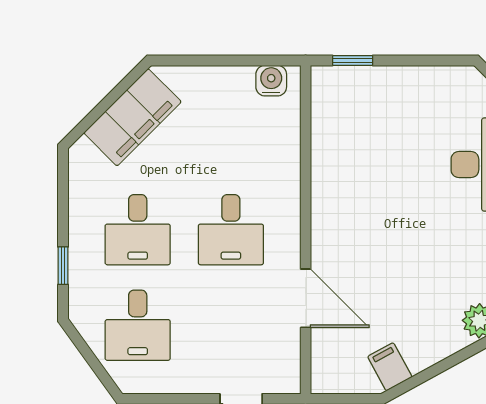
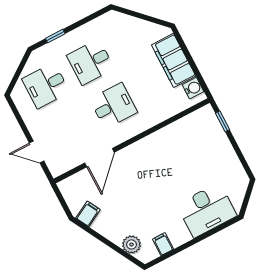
filing cabinet: (133, 117) -> (174, 60), moved, turned 45
desk: (231, 230) -> (113, 106), turned 180

